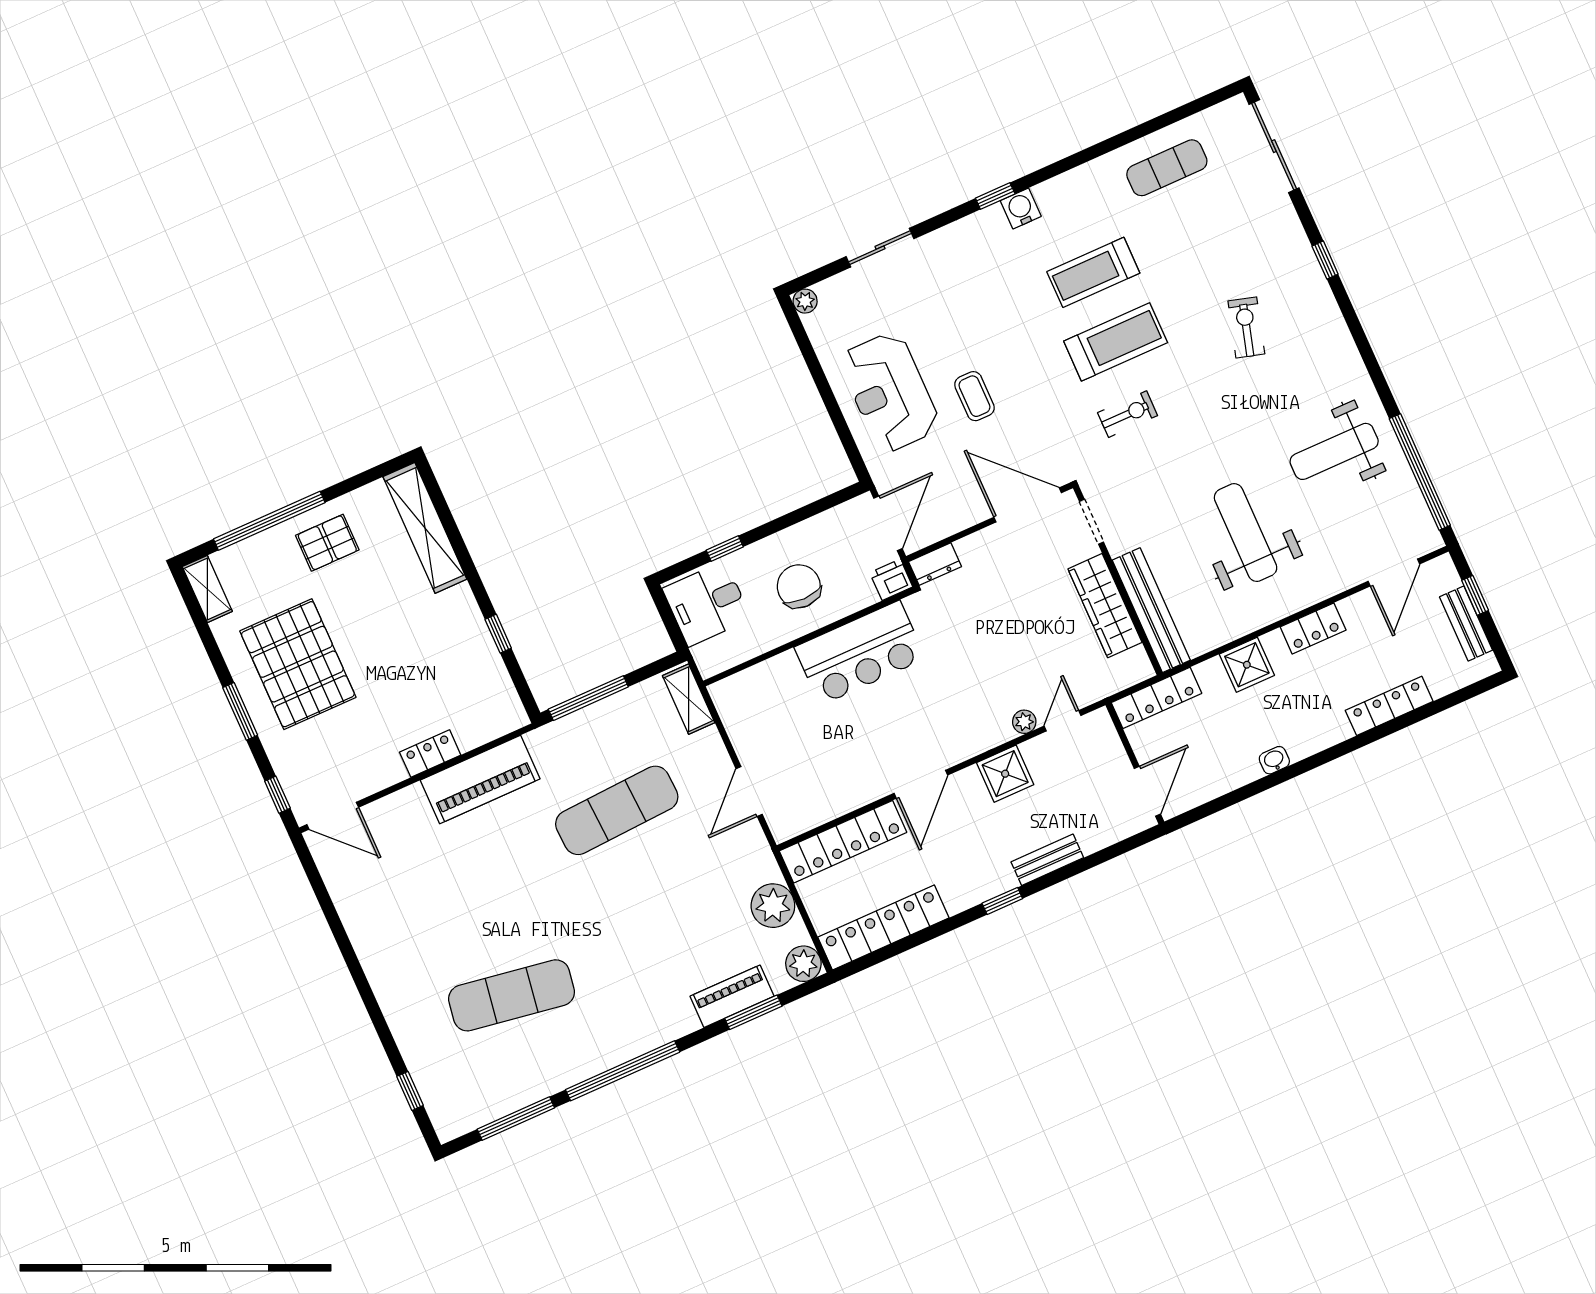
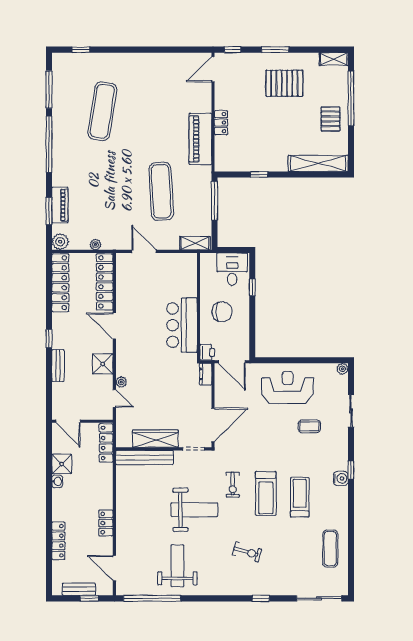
coffee table: (974, 396) -> (310, 426), moved
weight bench: (1246, 533) -> (194, 510), moved
pallet: (298, 664) -> (284, 83), width x0.73, depth x0.71
shower: (1247, 665) -> (62, 464), moved
plant: (773, 906) -> (96, 245), width x0.53, depth x0.53

